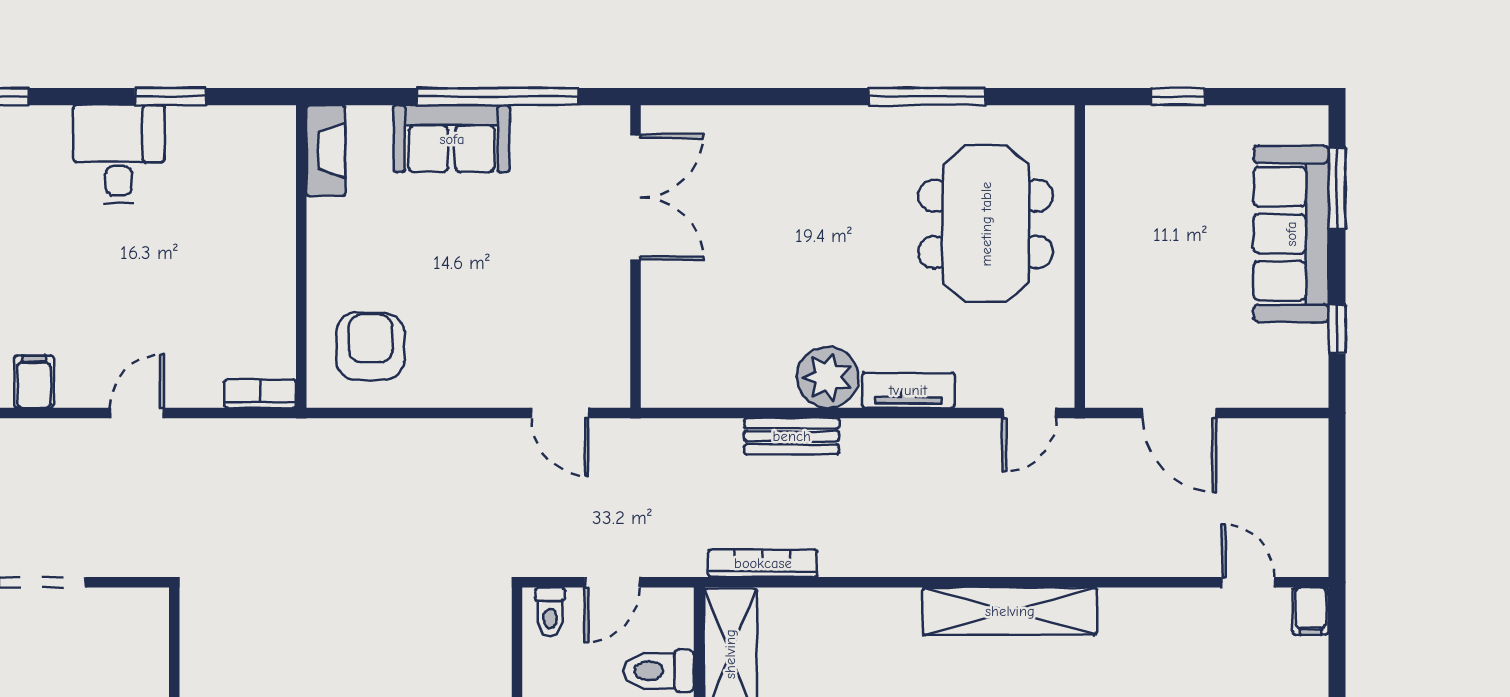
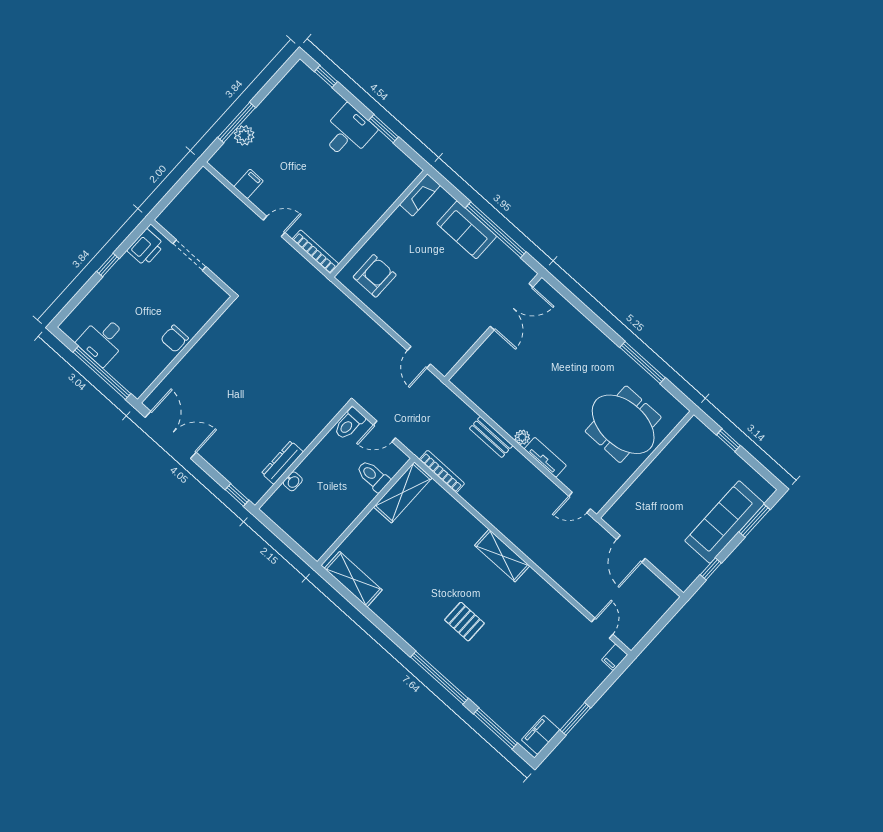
meeting table: (986, 224) -> (623, 424), turned 90
plant: (828, 377) -> (522, 437), width x0.53, depth x0.53
bookcase: (260, 394) -> (315, 252), width x1.56
shelving: (1010, 611) -> (502, 556), width x0.68
toilet: (550, 612) -> (349, 424), width x1.37, depth x1.39

